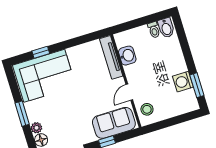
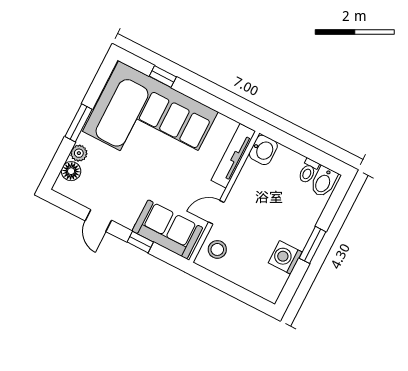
washbasin: (127, 56) -> (263, 150), moved
corner sofa: (44, 76) -> (150, 122), width x1.36, depth x1.36
window: (197, 85) -> (312, 245), moved

